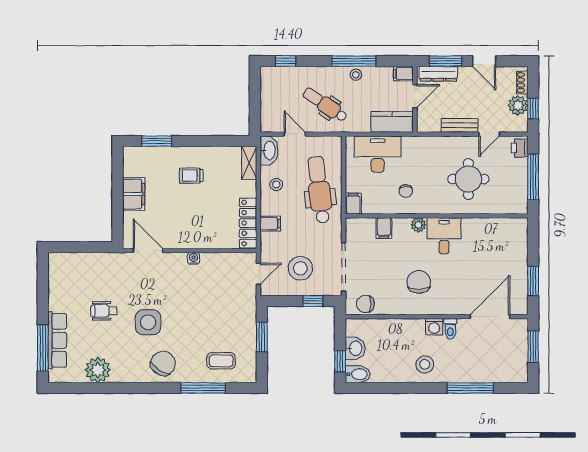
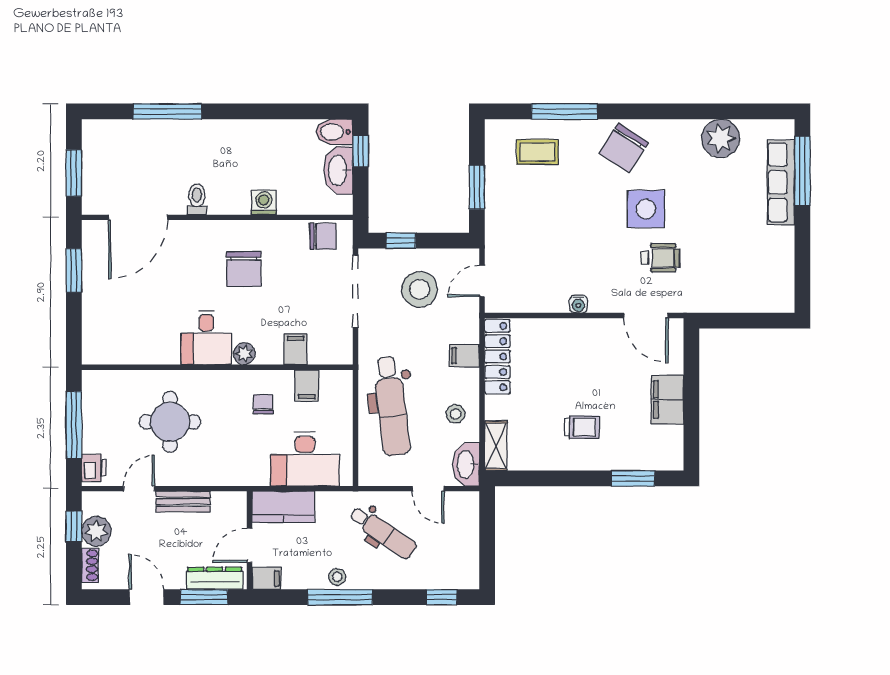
filing cabinet: (353, 204) -> (307, 386), moved
wheelchair: (104, 311) -> (660, 258), moved
washing machine: (434, 327) -> (264, 202), moved
washbasin: (355, 348) -> (338, 170), width x1.38
stool: (425, 364) -> (235, 146), removed

